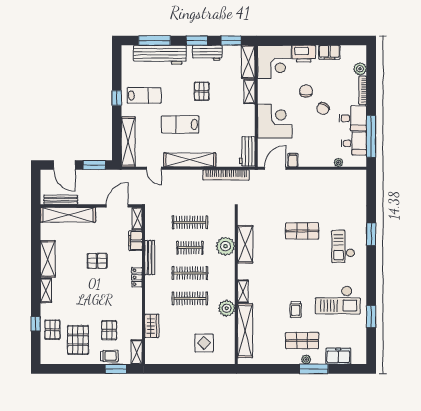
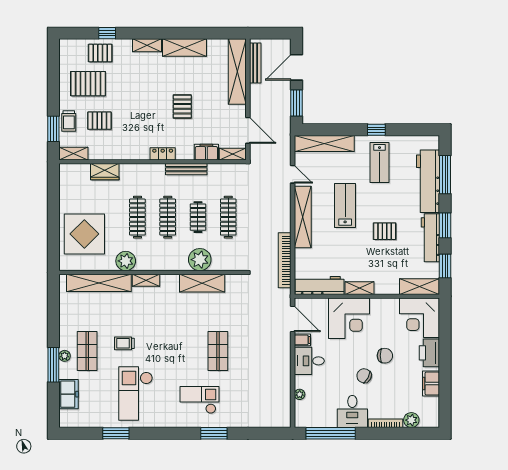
workbench: (207, 53) -> (430, 238), width x1.37
shelving: (249, 92) -> (359, 288), moved
desk: (354, 143) -> (309, 361), moved, turned 90
workbench: (247, 151) -> (320, 285), width x1.38
door: (154, 168) -> (293, 174), swing flipped
display table: (204, 343) -> (84, 234), width x1.86, depth x1.86

